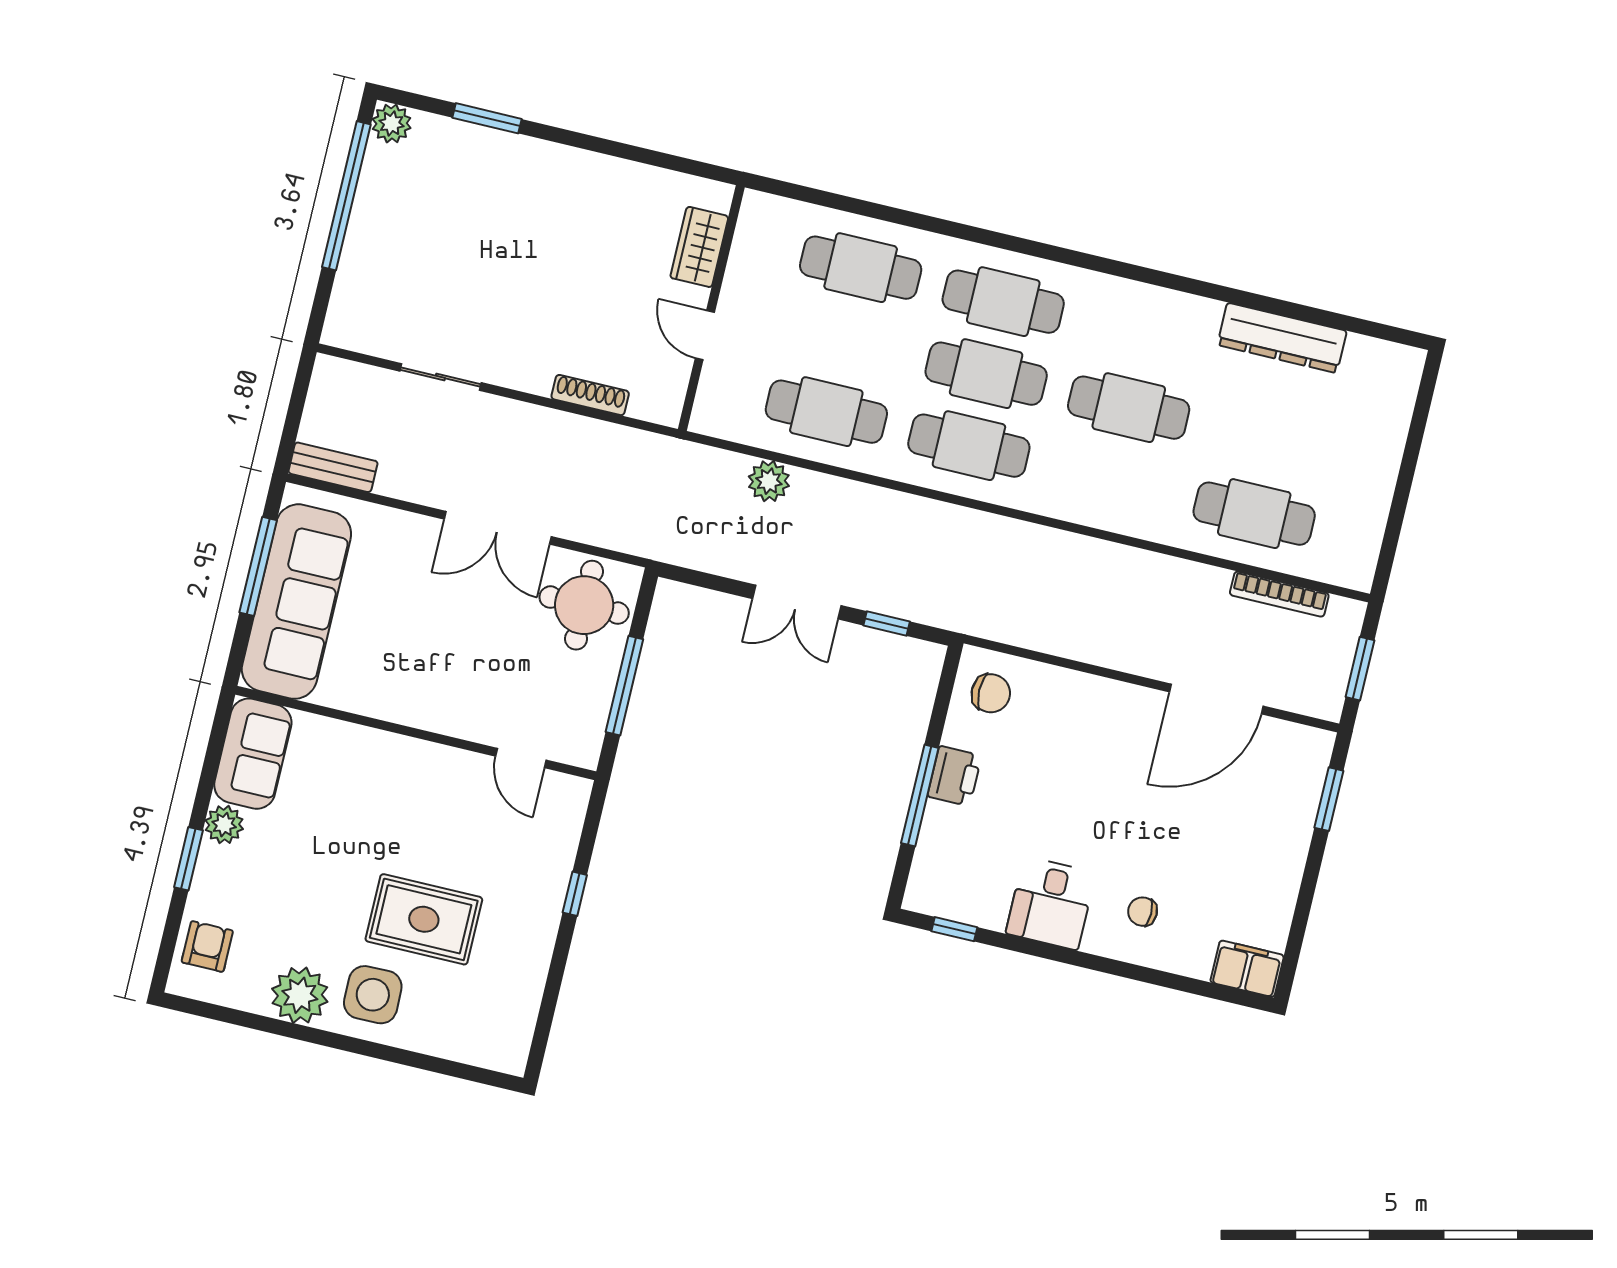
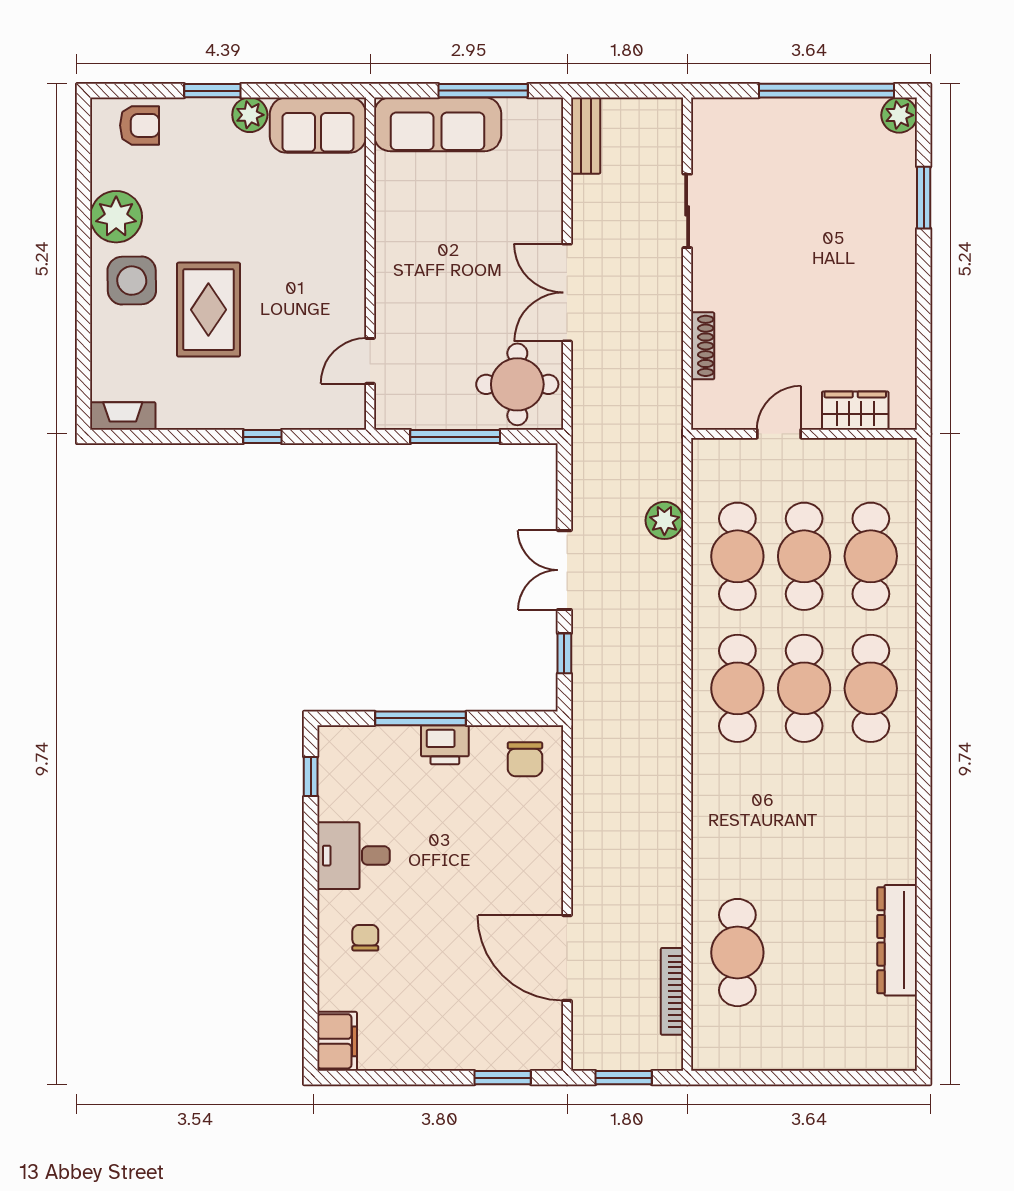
cafe table: (1129, 408) -> (804, 556), moved
sofa: (296, 602) -> (438, 124), width x0.74, depth x0.79
fireplace: (517, 1039) -> (123, 416), added

